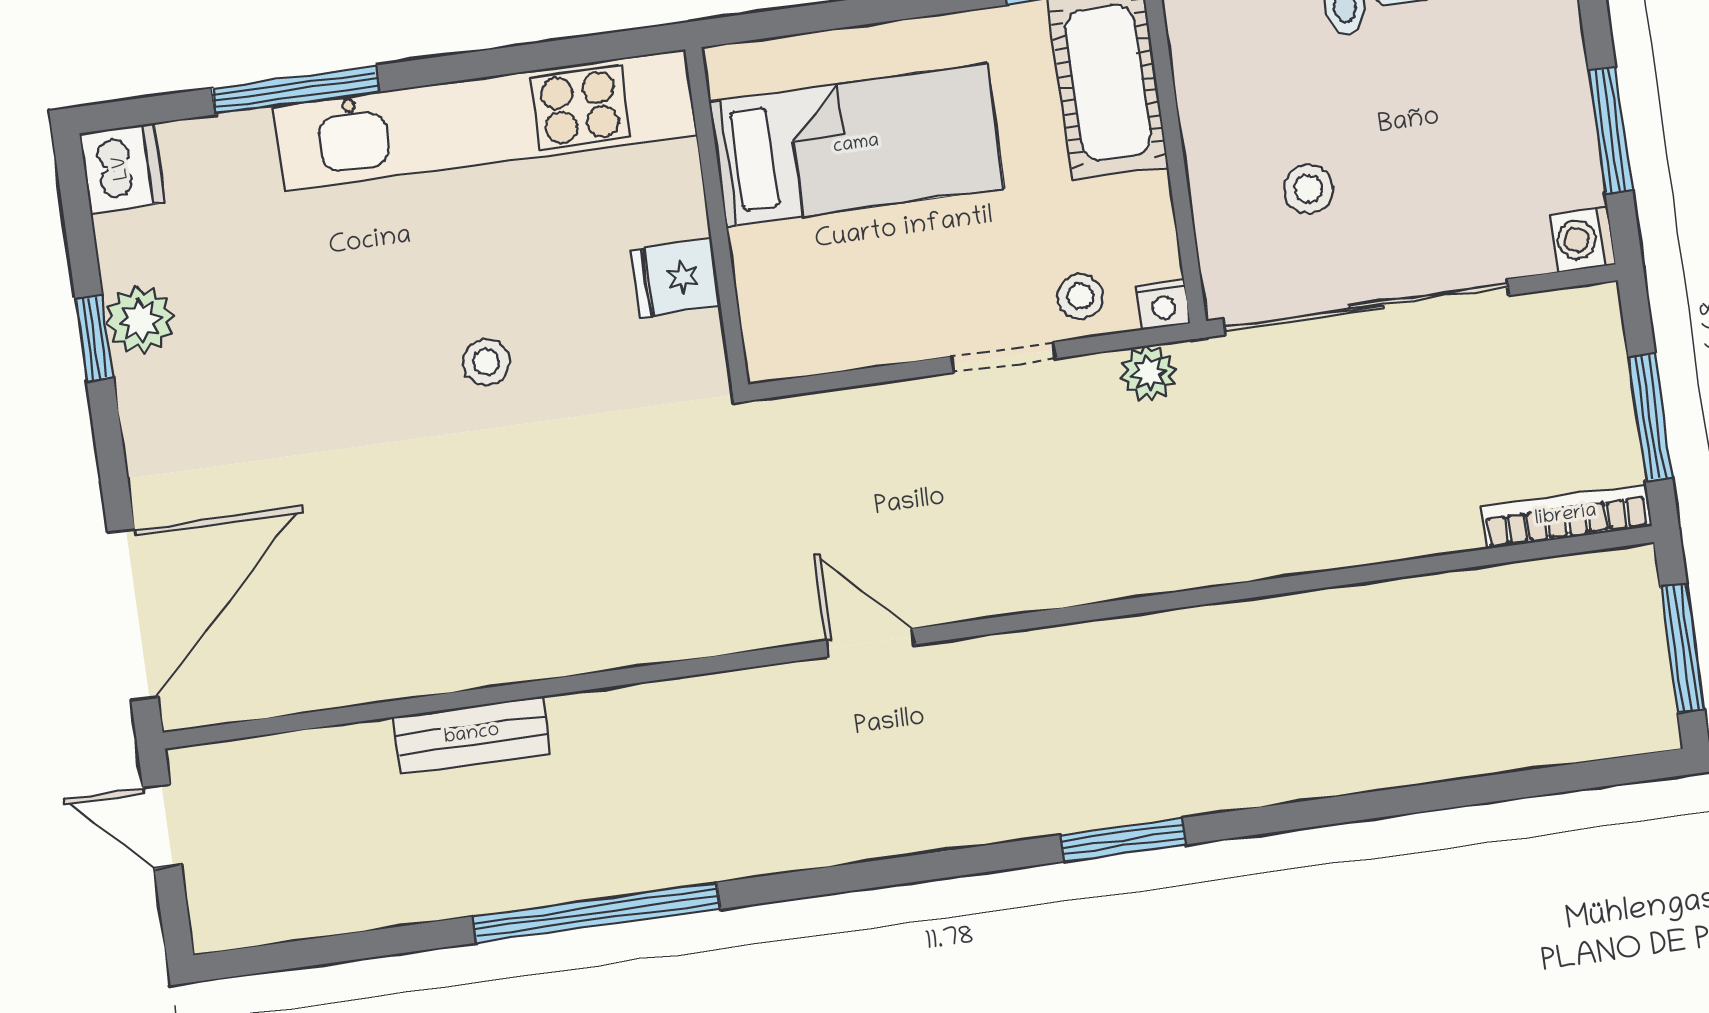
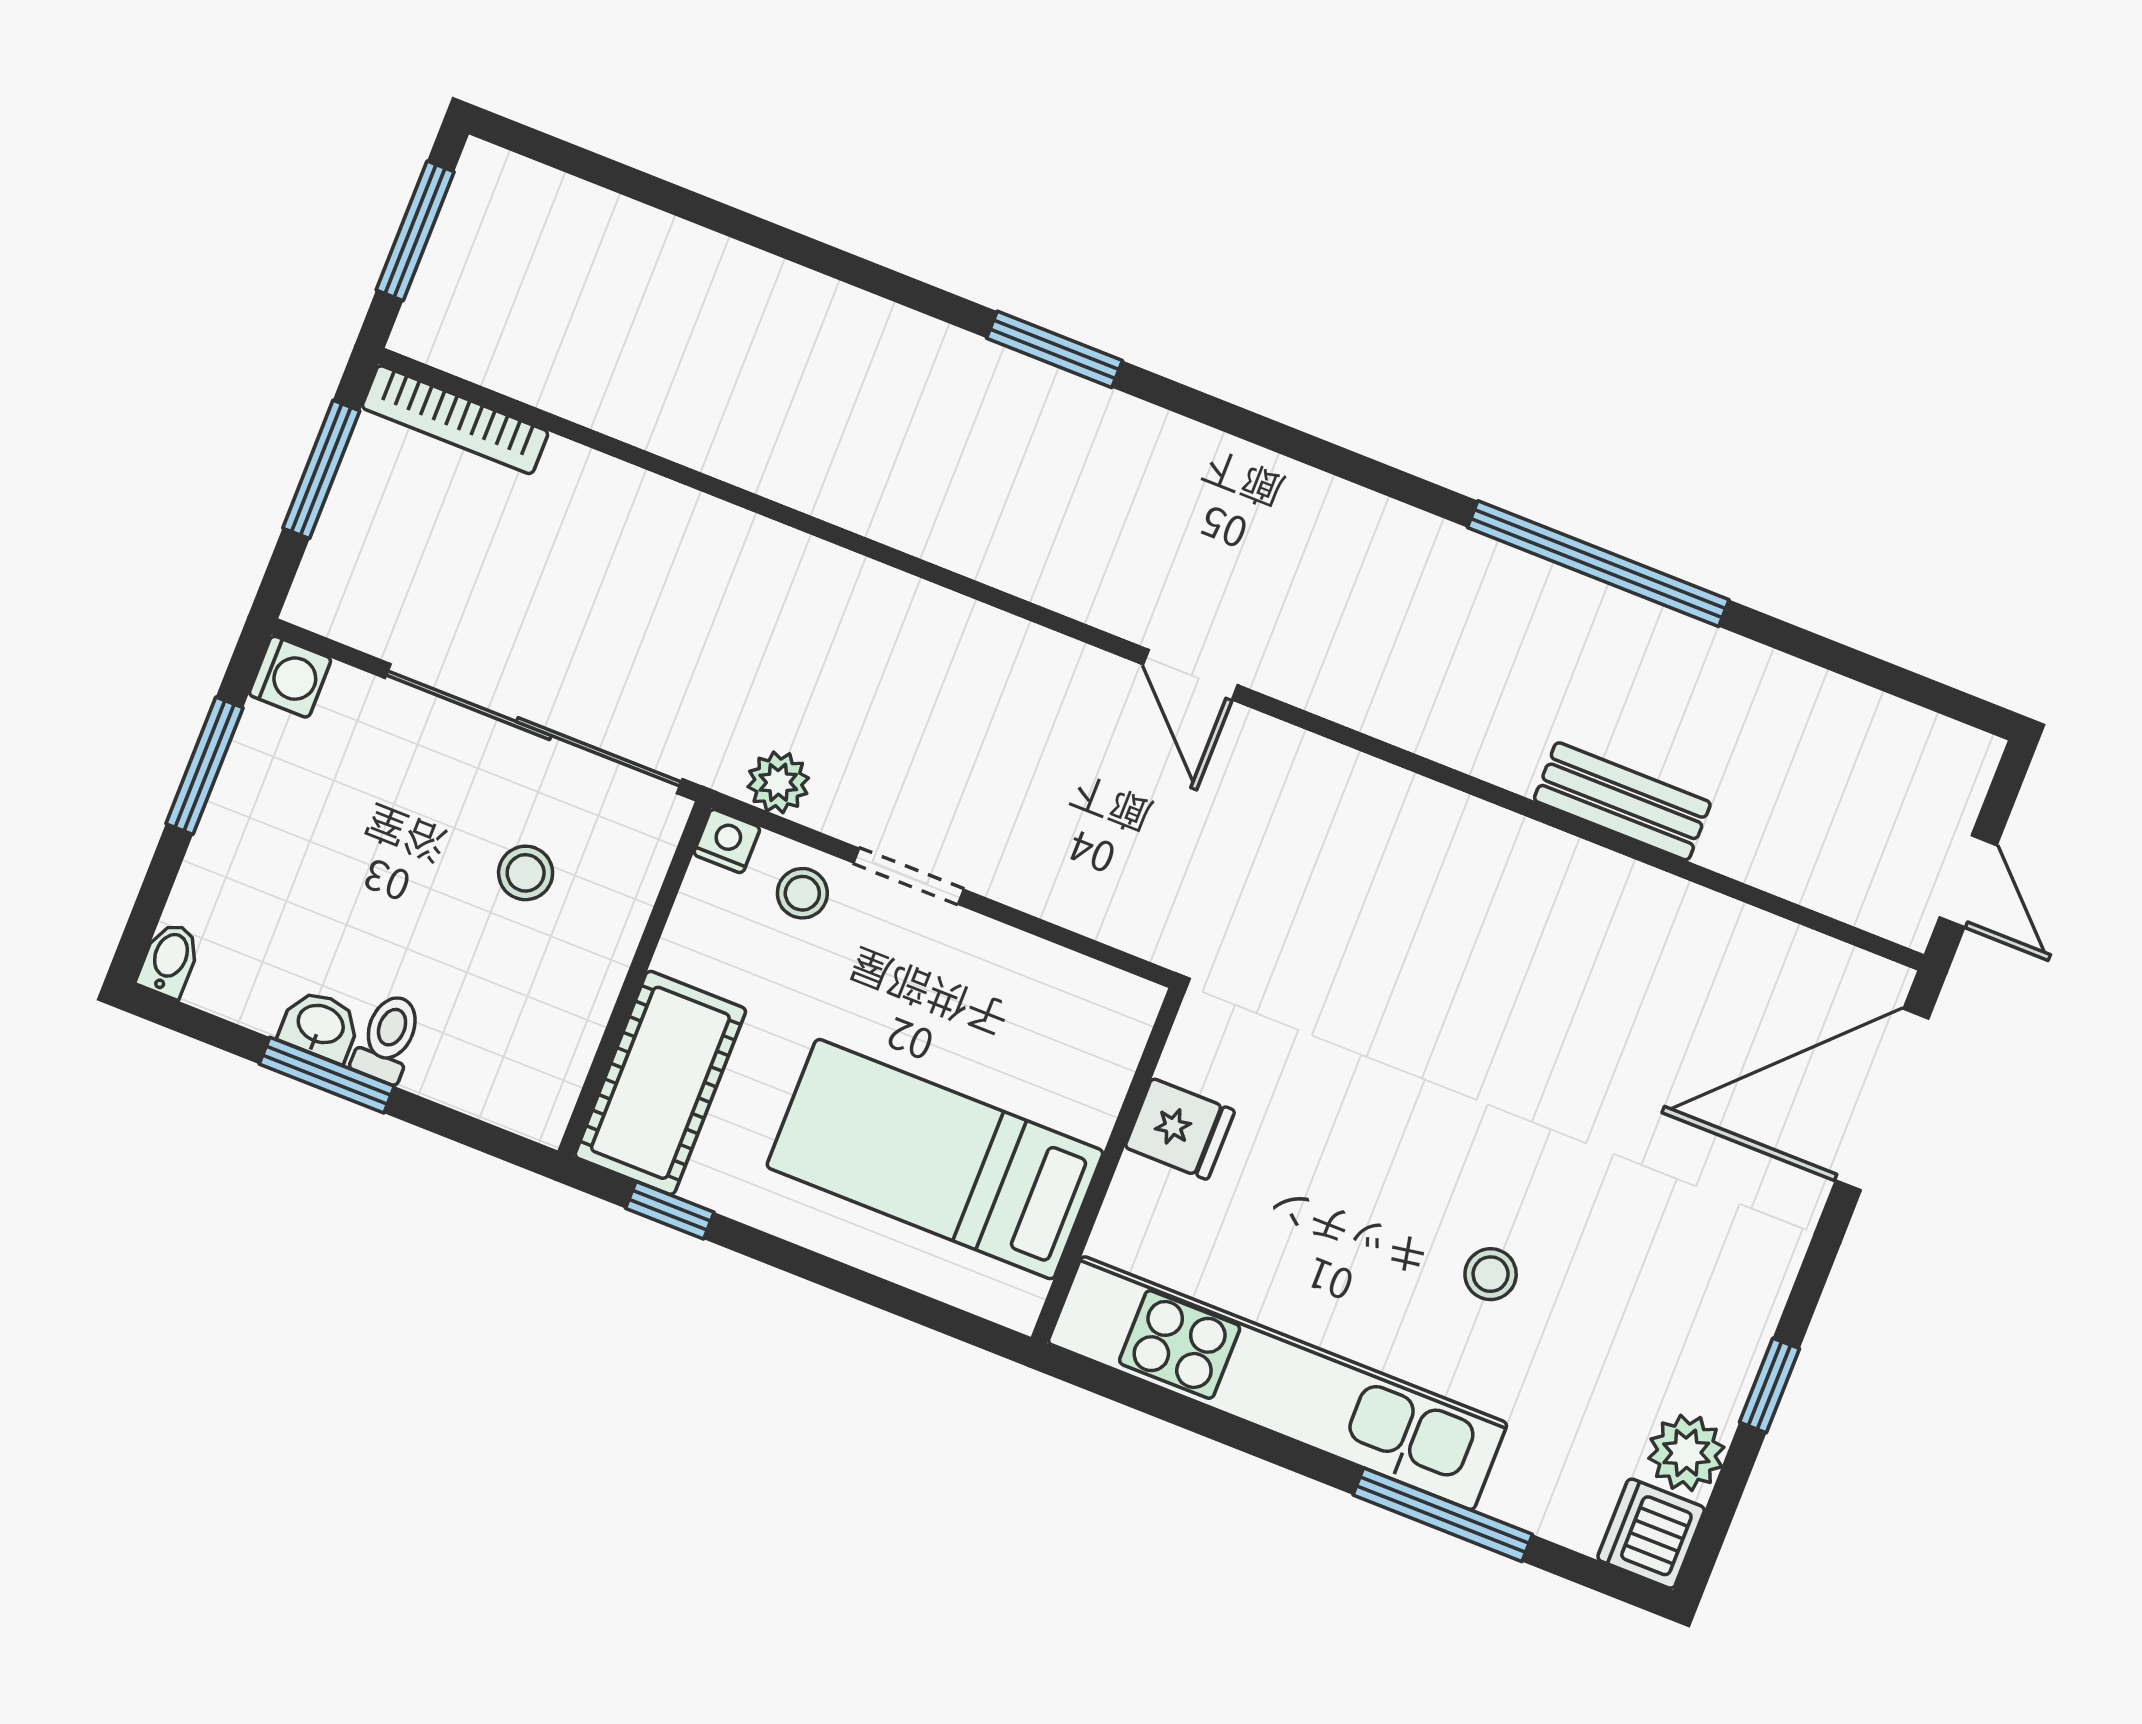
plant: (140, 320) -> (1686, 1453), moved
stool: (486, 362) -> (1491, 1274), moved

